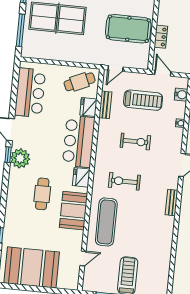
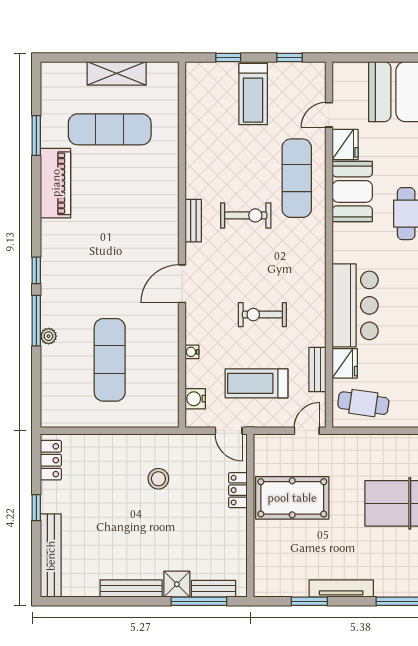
cafe table: (80, 82) -> (363, 403), turned 32
fridge: (81, 177) -> (345, 145), moved
exercise bike: (124, 181) -> (246, 215), moved

